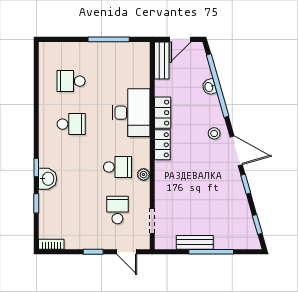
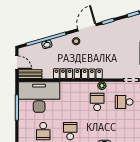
desk: (131, 113) -> (39, 97), moved, width x1.36, depth x1.30
locker: (162, 145) -> (88, 74), width x1.53

